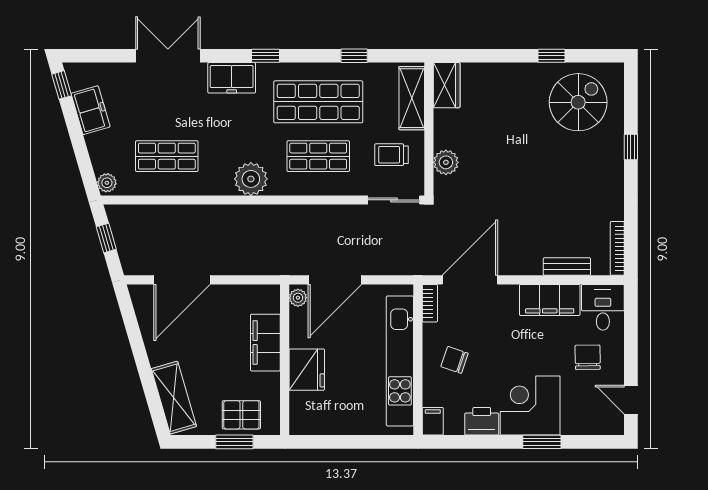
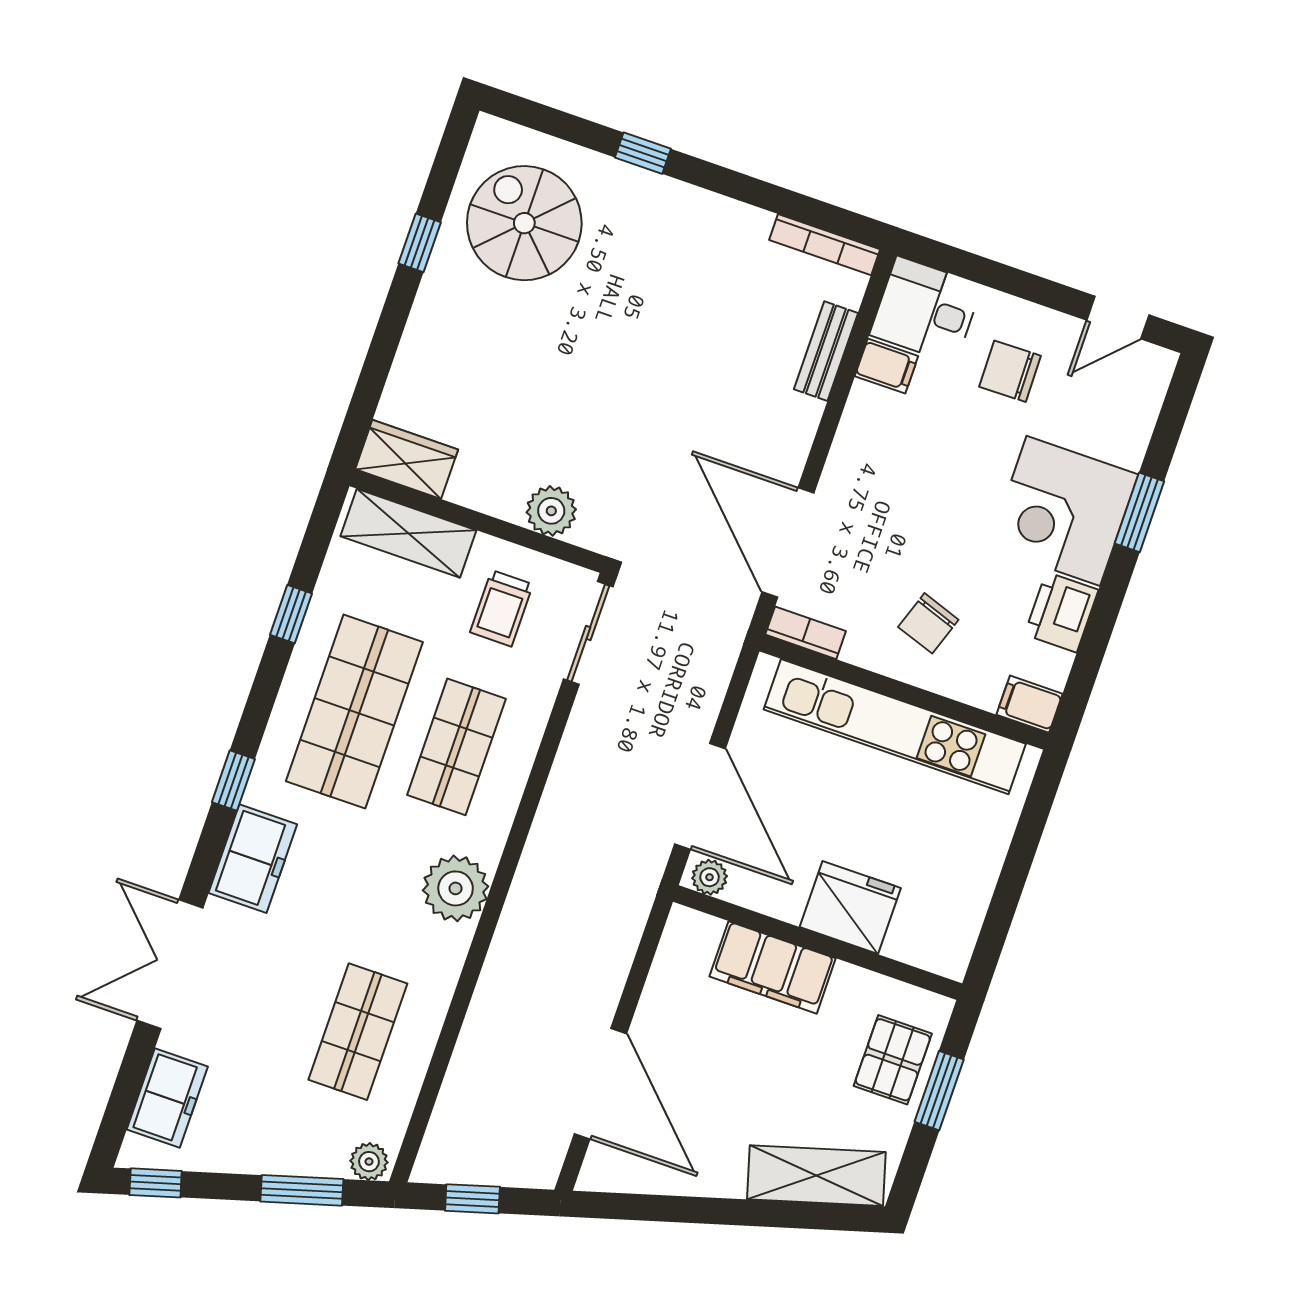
freezer: (91, 110) -> (167, 1098), moved, turned 106
window: (82, 156) -> (302, 1190), added
filing cabinet: (550, 300) -> (886, 366), width x0.33, depth x0.86

